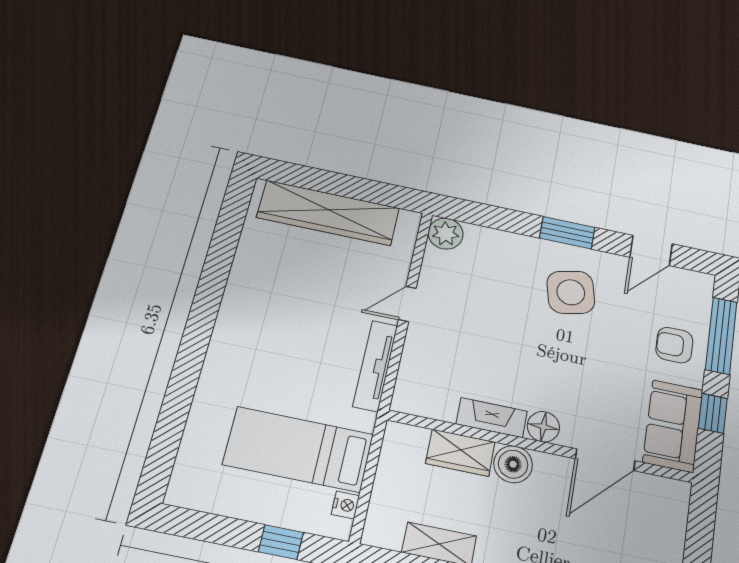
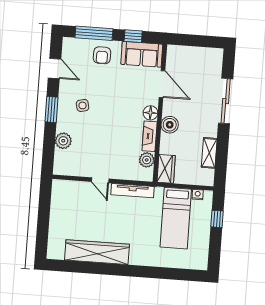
wardrobe: (328, 213) -> (97, 252), moved, turned -90
plant: (446, 234) -> (63, 141), moved
side table: (571, 292) -> (83, 105), width x0.54, depth x0.54
plant: (440, 404) -> (147, 160), added
wardrobe: (460, 453) -> (166, 169), moved

